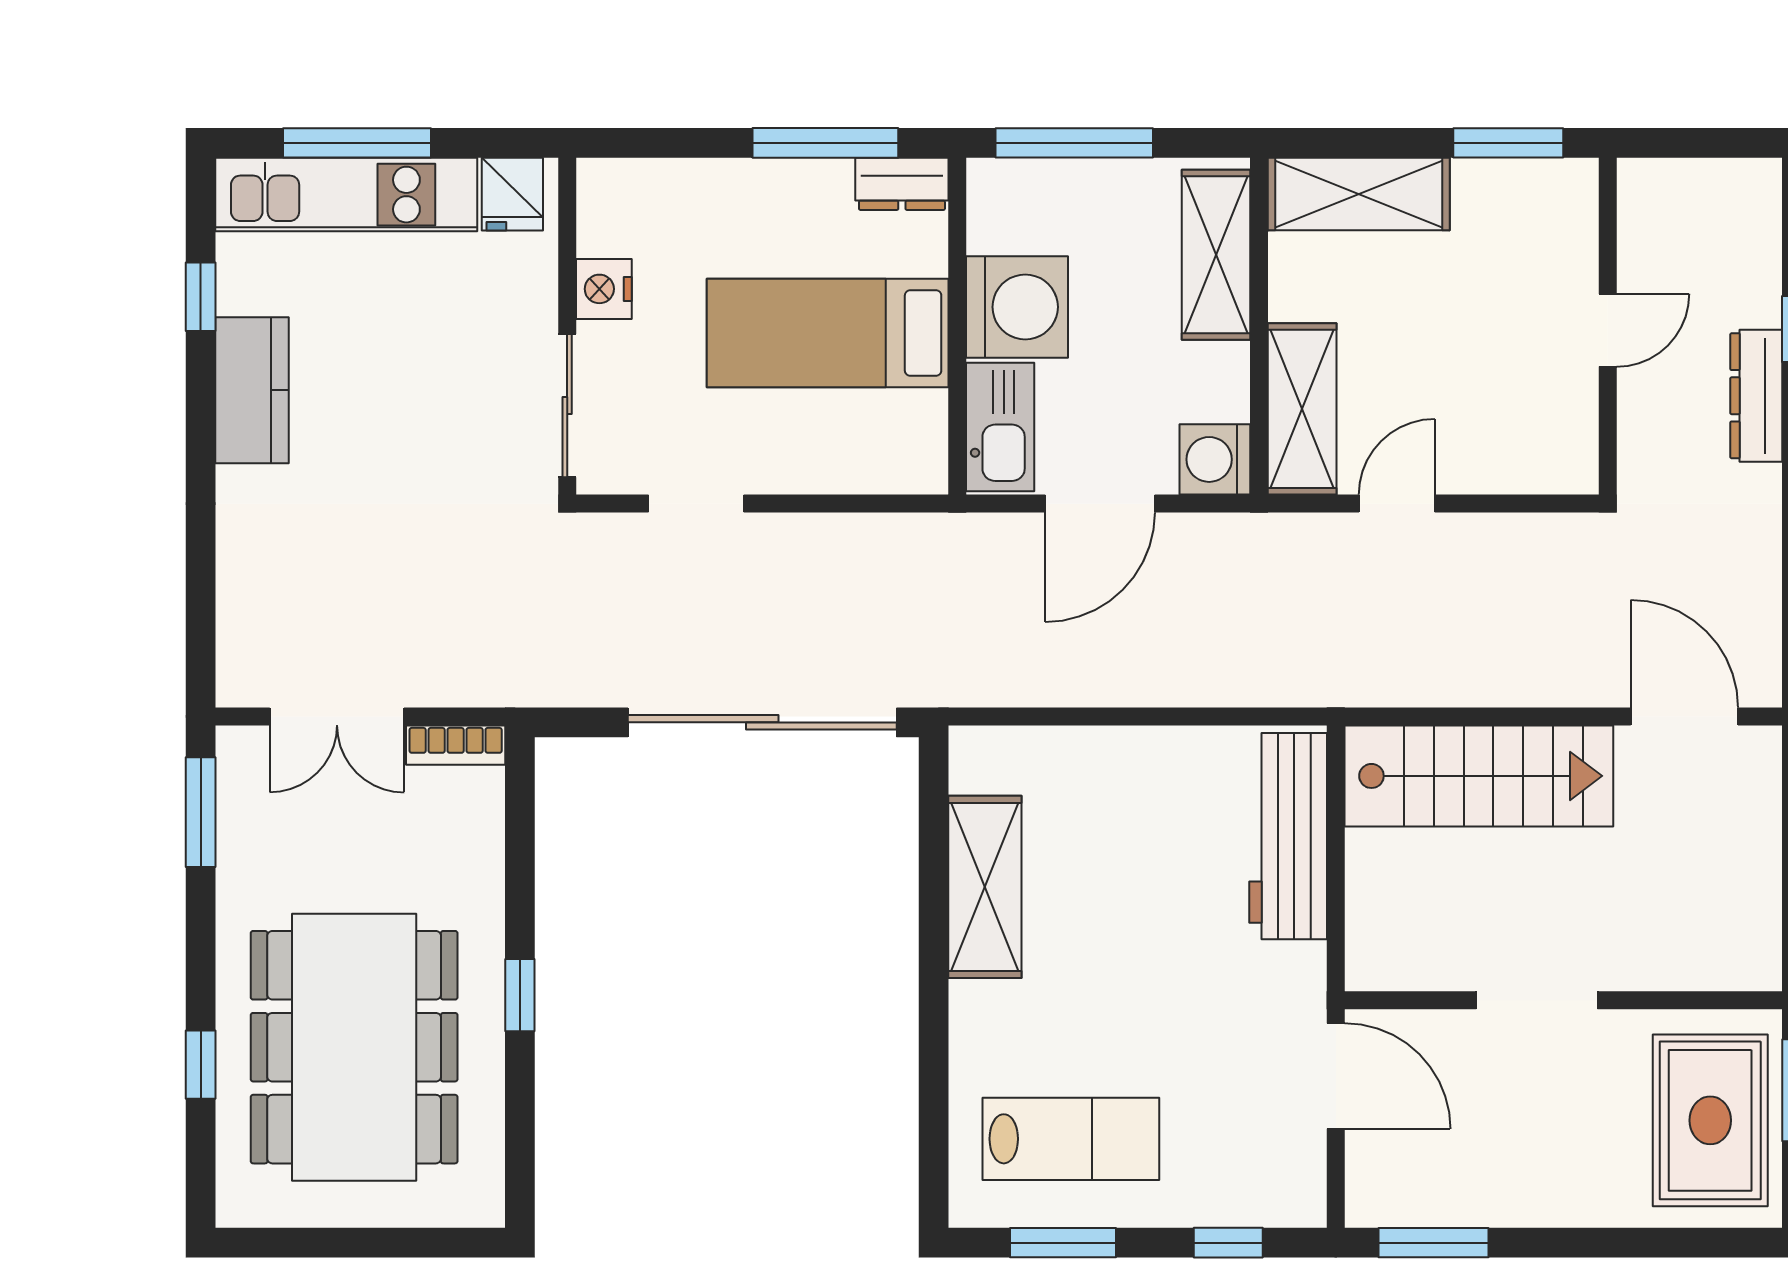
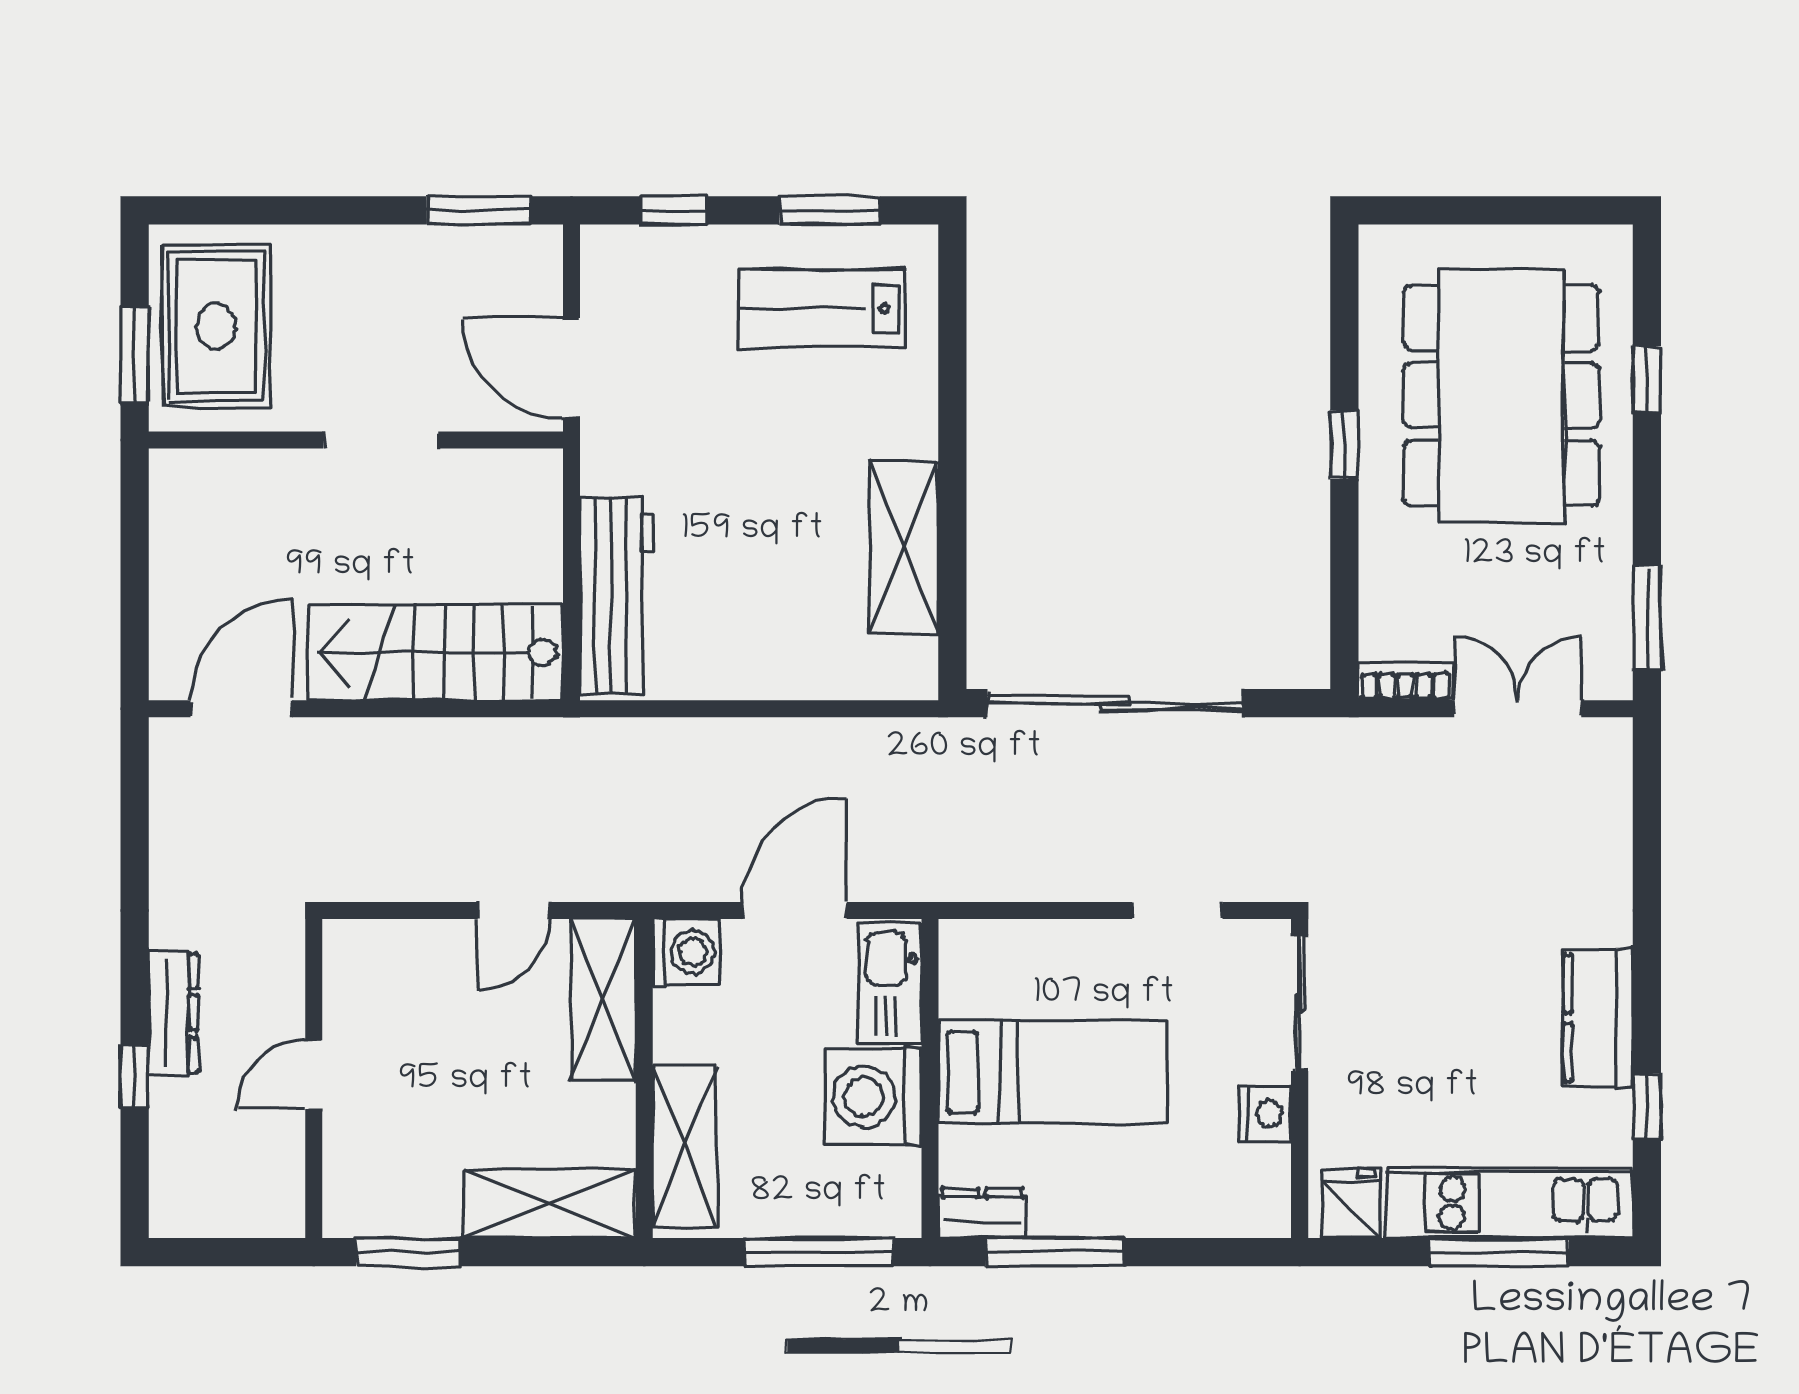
door: (1684, 716) -> (241, 709), swing flipped

